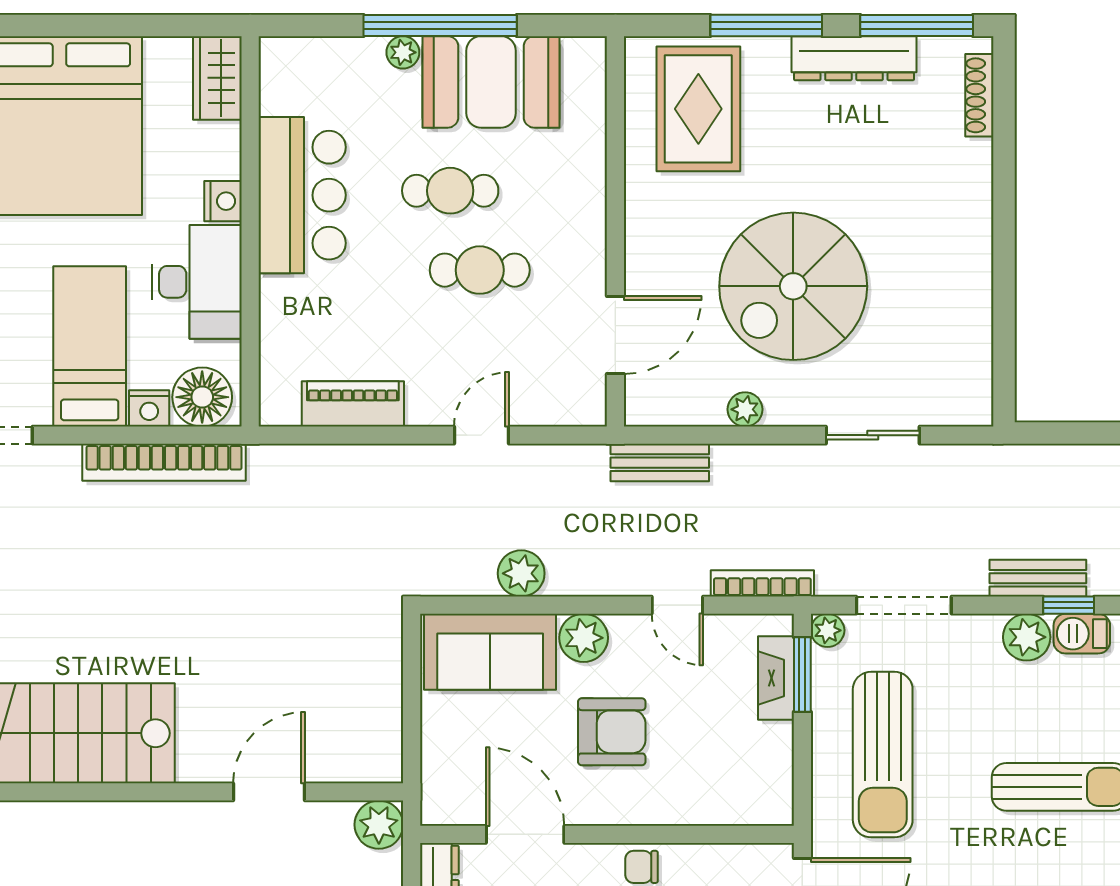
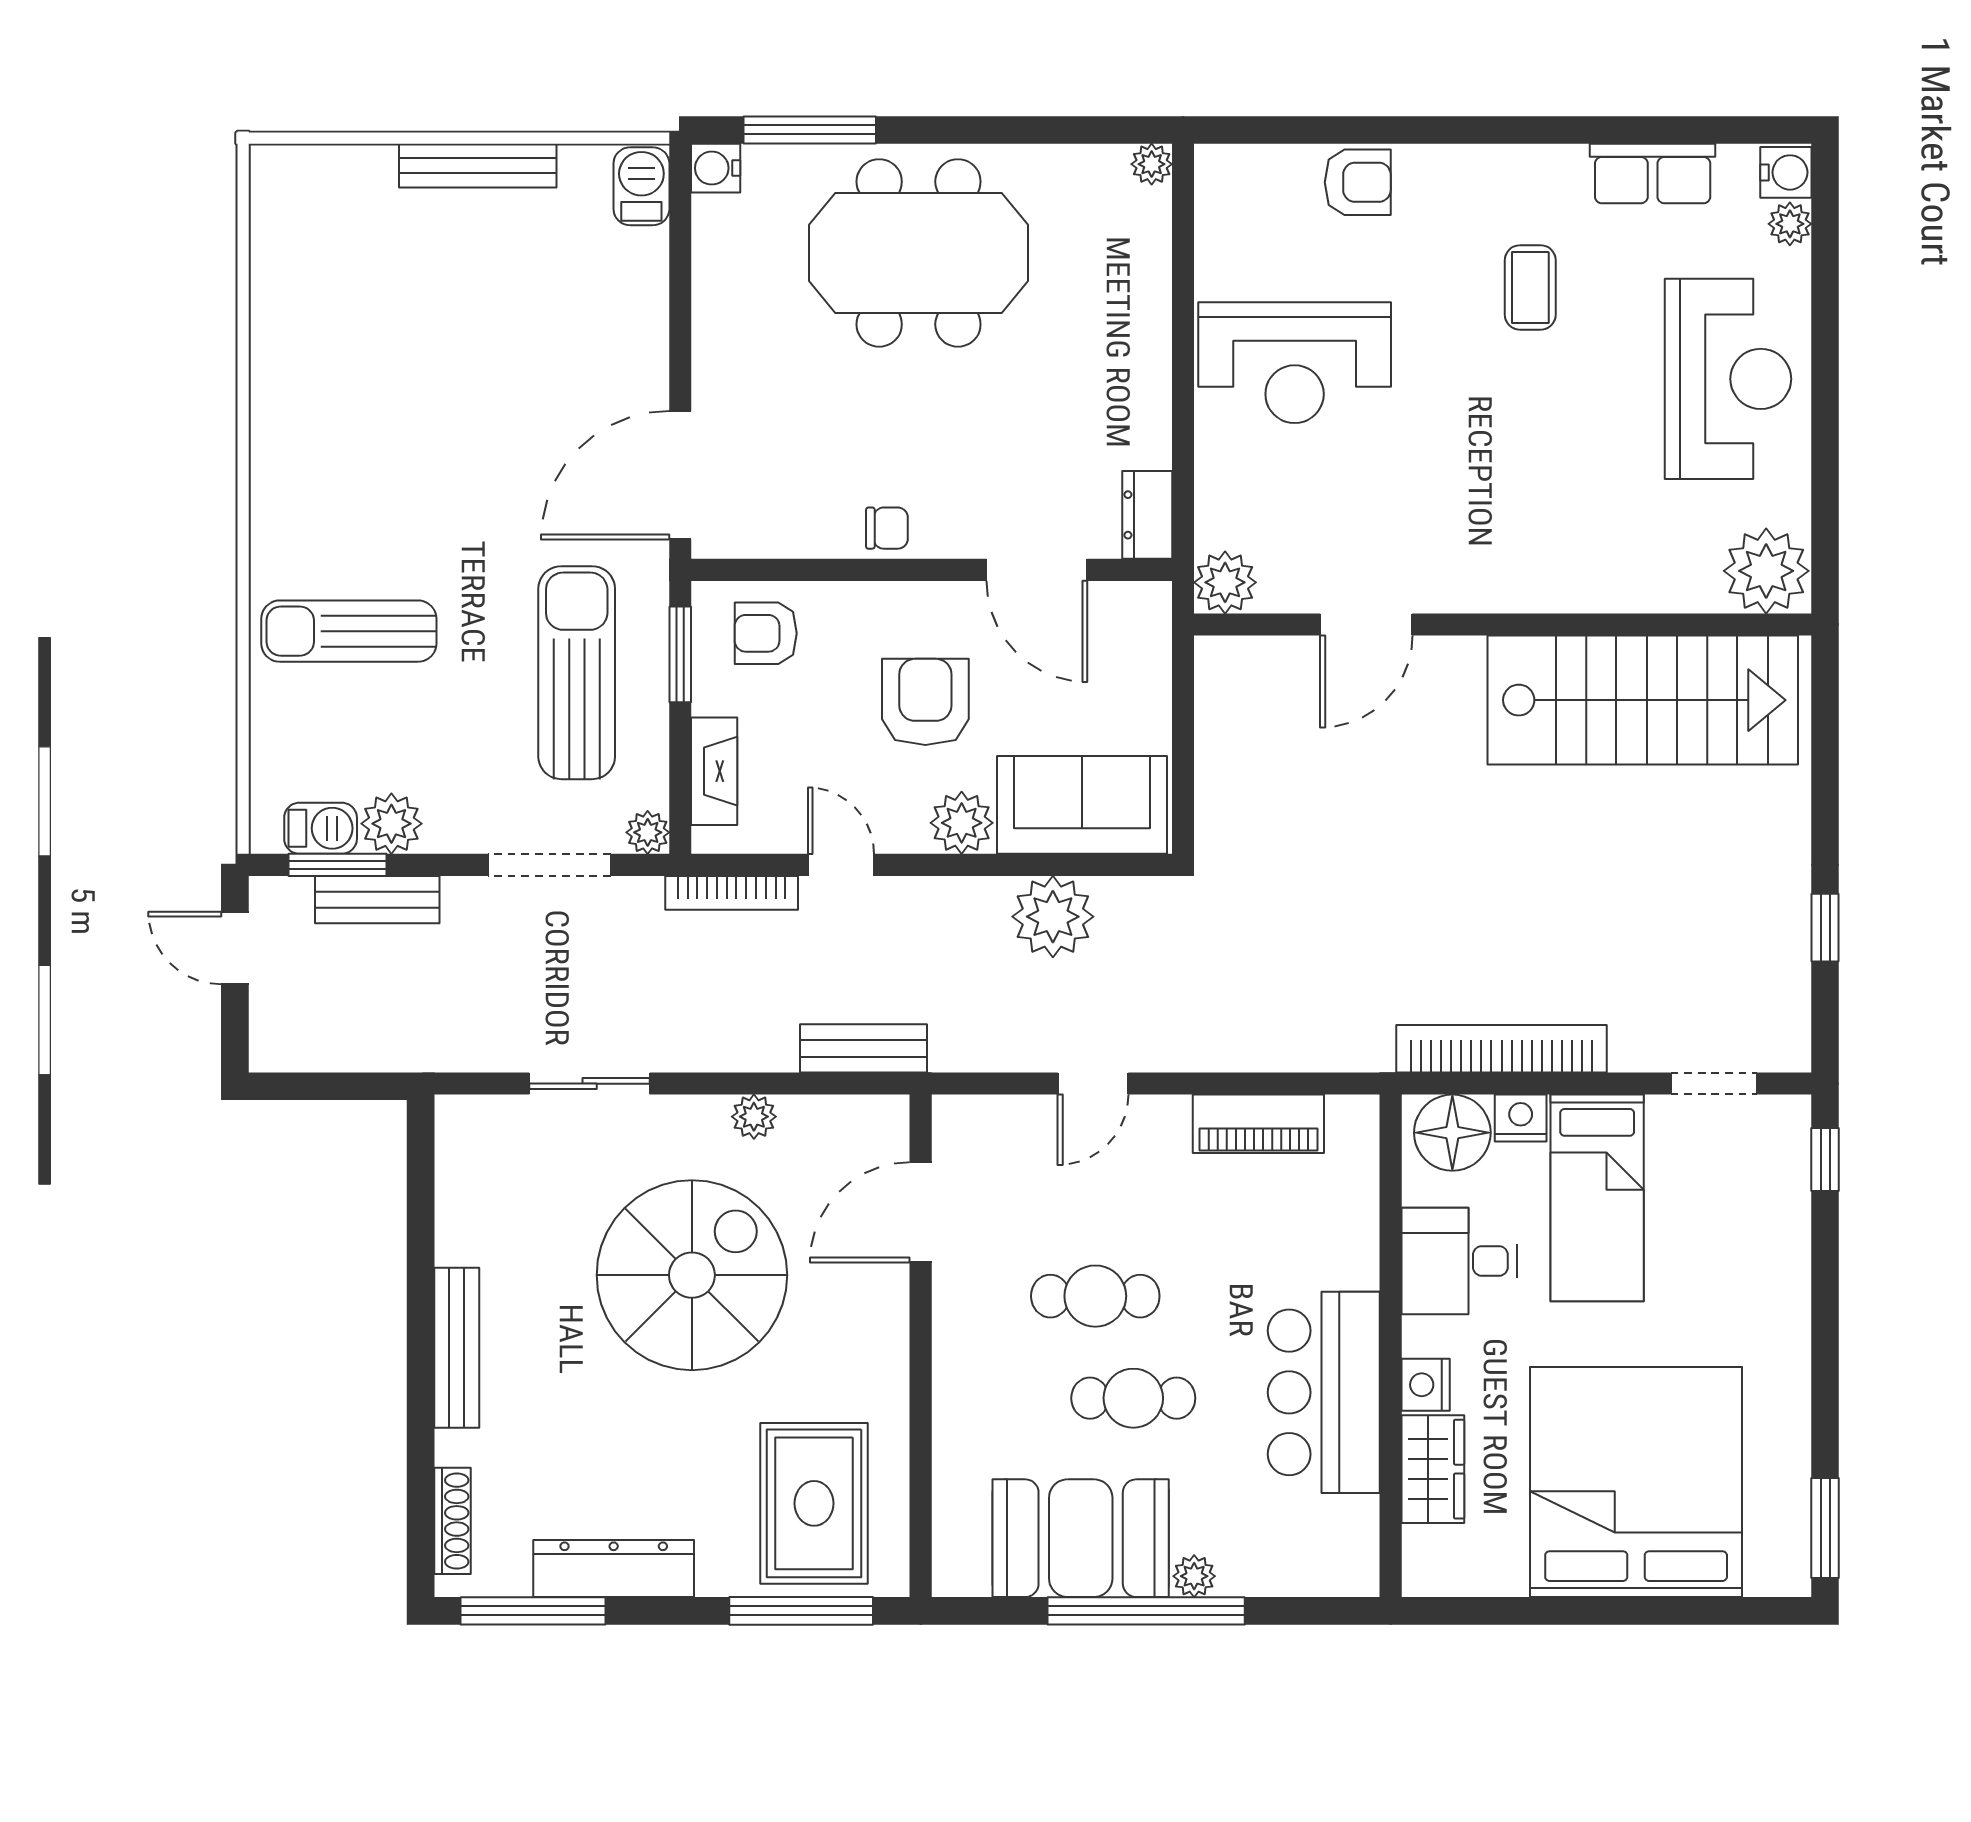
window: (766, 25) -> (801, 1611), moved
wardrobe: (217, 78) -> (1433, 1469), moved
bench: (976, 230) -> (457, 1348), added
desk: (197, 282) -> (1459, 1261), width x0.73
plant: (521, 573) -> (1053, 917), width x1.36, depth x1.36
window: (1069, 605) -> (338, 865), width x1.50
window: (802, 675) -> (680, 654), moved
armchair: (612, 732) -> (925, 702), turned 90
armchair: (736, 785) -> (766, 633), added

